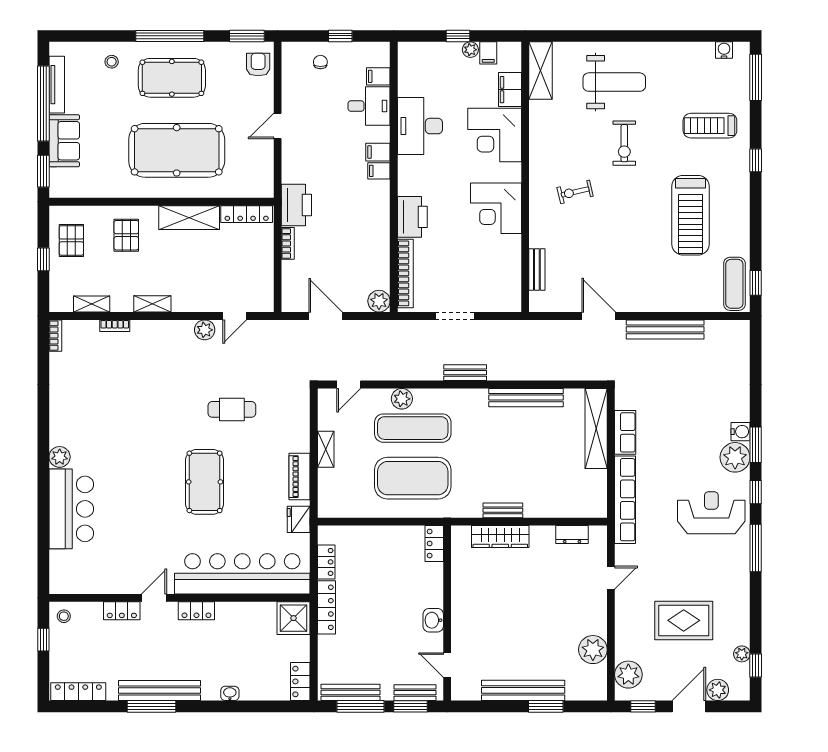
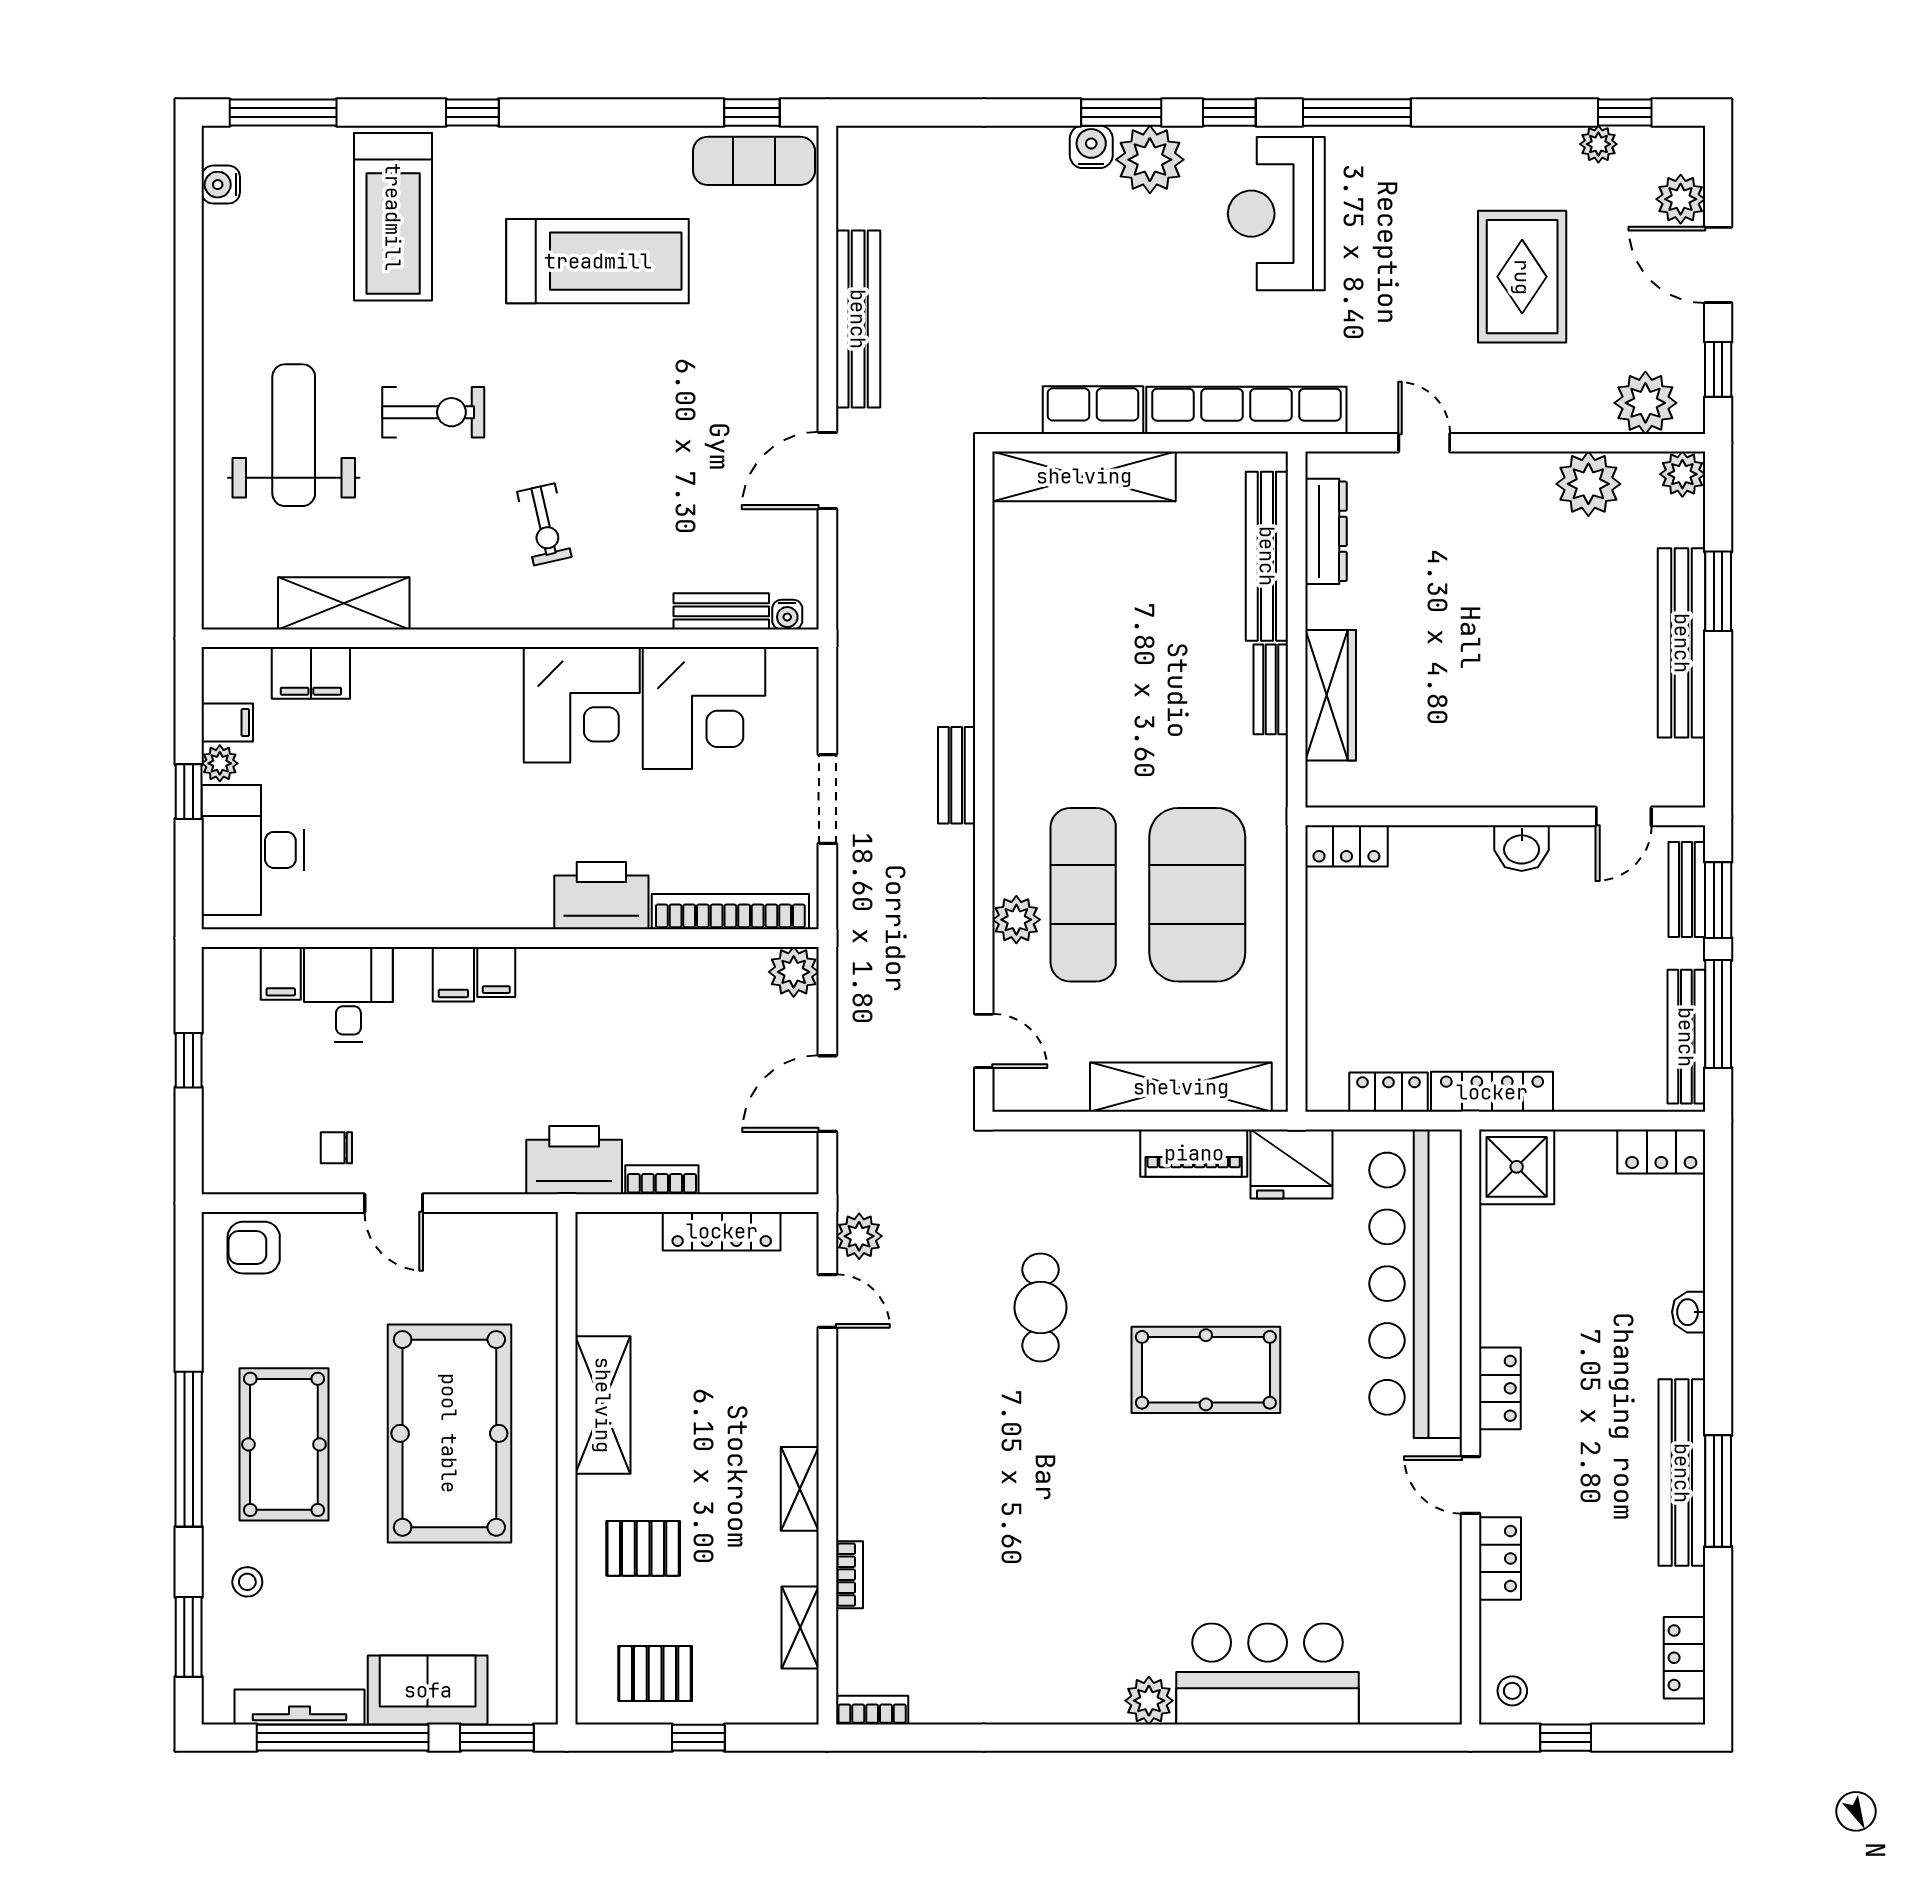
window: (247, 36) -> (189, 1637), moved
chair: (320, 62) -> (336, 1148), moved
shelving: (541, 70) -> (344, 603), moved
desk: (420, 126) -> (253, 850), moved, turned 90
treadmill: (710, 126) -> (393, 217), width x1.37, depth x1.38
corner desk: (495, 135) -> (704, 708), moved
locker: (247, 214) -> (722, 1231), moved, turned 90
water cooler: (536, 298) -> (787, 615), added
plant: (205, 330) -> (859, 1236), moved
bench: (526, 398) -> (1267, 556), moved
shelving: (326, 449) -> (1181, 1087), width x2.20, depth x1.33
fridge: (299, 519) -> (1291, 1164), width x1.36, depth x1.34
dresser: (572, 535) -> (1326, 531), width x1.44
plant: (597, 691) -> (1682, 474), added
locker: (78, 692) -> (1684, 1658), width x0.66

